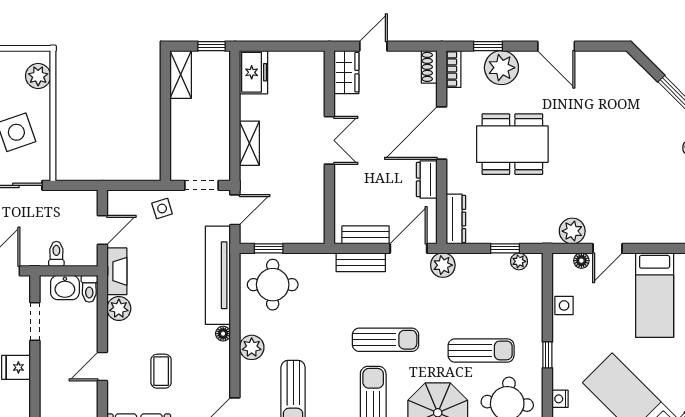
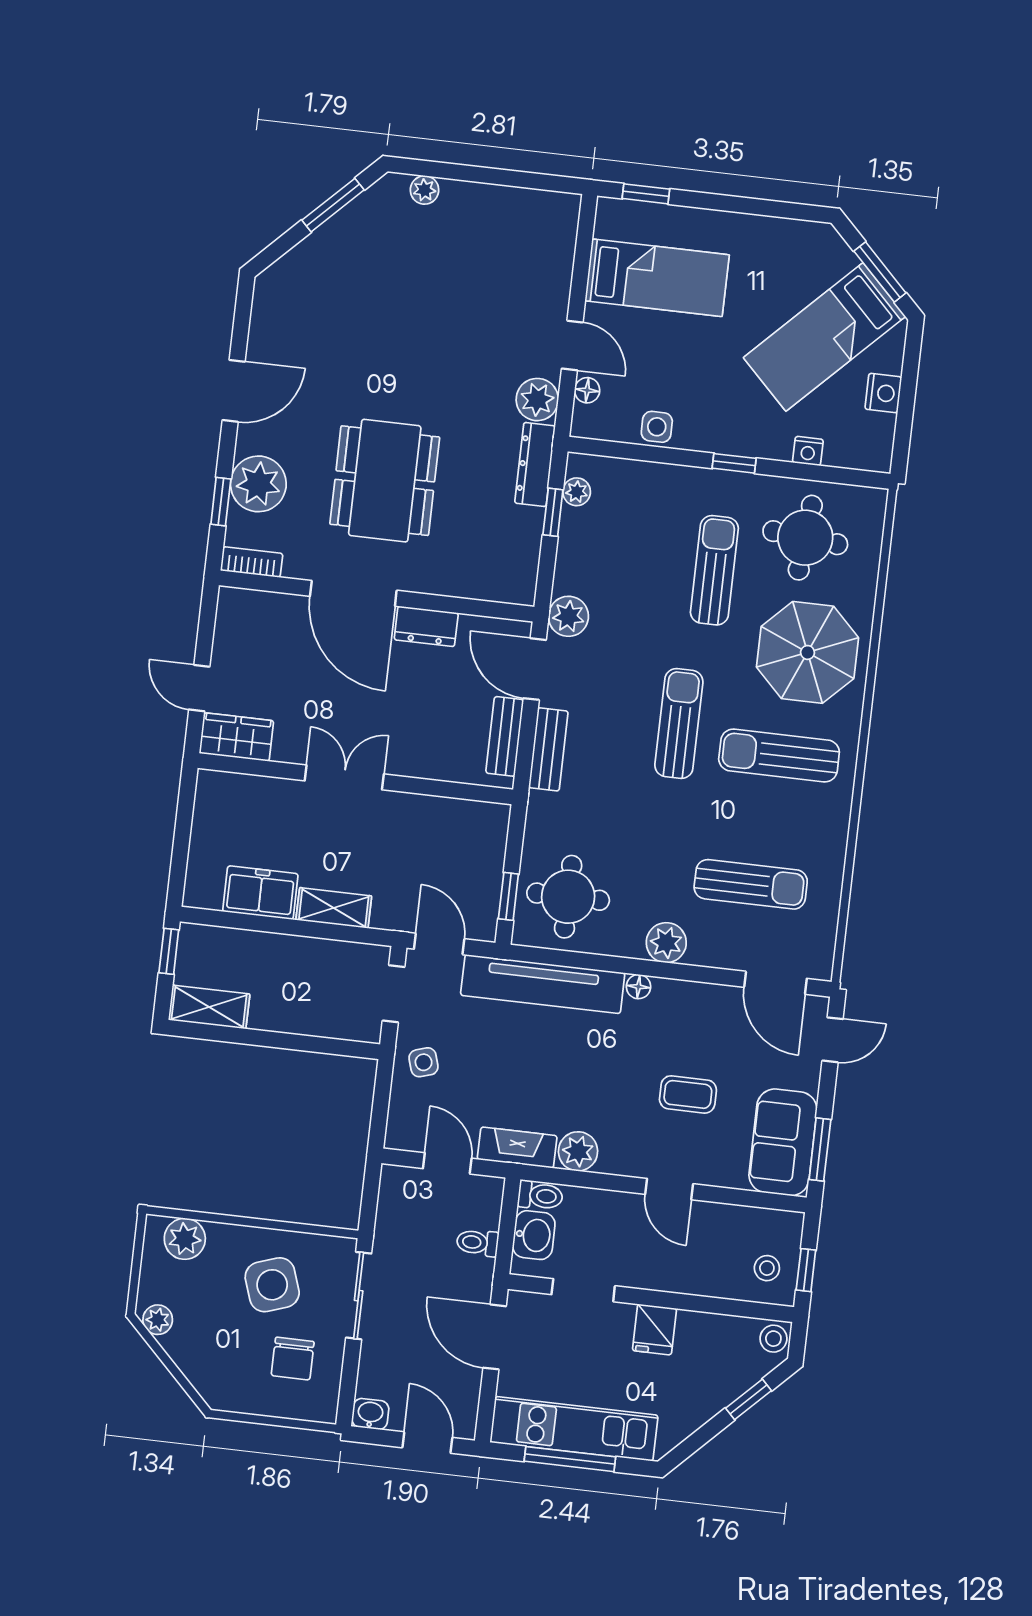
shoe rack: (429, 67) -> (244, 601), removed
freezer: (254, 72) -> (260, 893), moved
dresser: (456, 219) -> (535, 464), moved, turned -90

